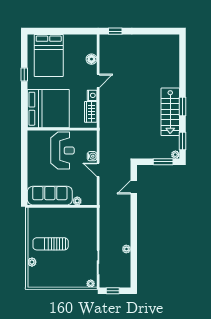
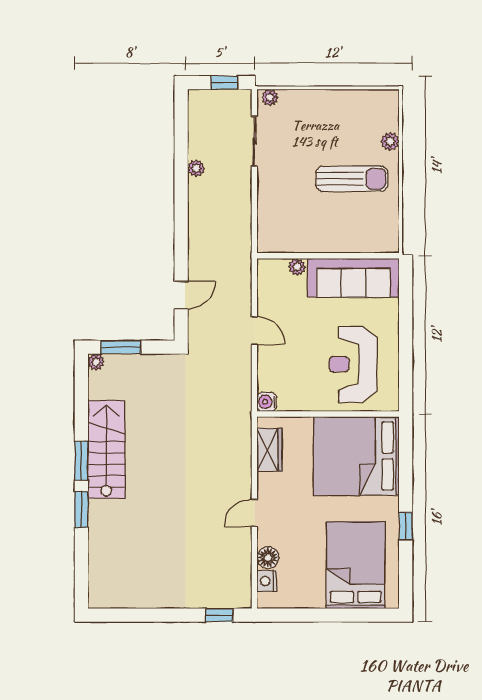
nightstand: (92, 95) -> (267, 581), moved
window: (182, 141) -> (81, 509), moved
reception desk: (62, 151) -> (353, 364), moved
water cooler: (92, 156) -> (267, 402), moved

